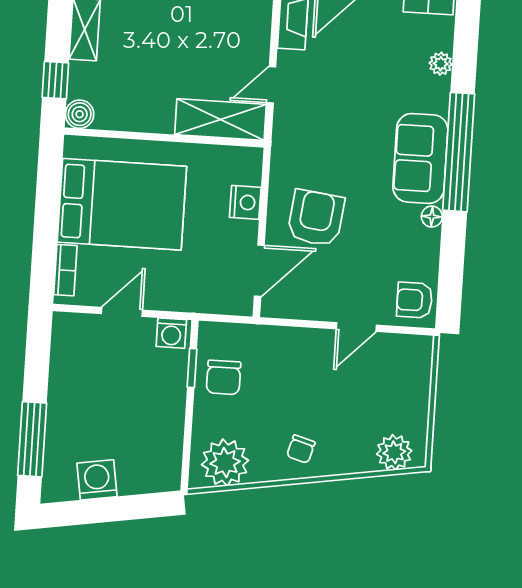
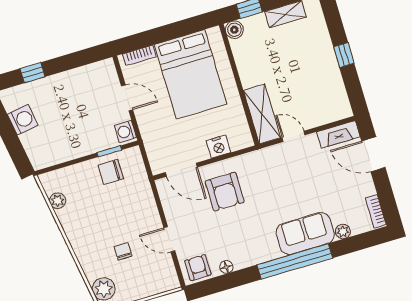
sofa: (420, 158) -> (305, 234), moved
floor lamp: (432, 217) -> (226, 267), moved
armchair: (316, 218) -> (225, 192), turned 83
window: (32, 439) -> (32, 73), width x0.46
chair: (301, 449) -> (123, 251), moved, turned 74
plant: (225, 463) -> (58, 201), width x0.53, depth x0.53

